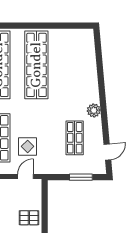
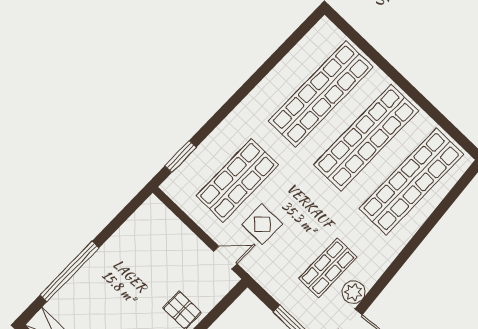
shop shelf: (75, 65) -> (411, 181), added
plant: (94, 110) -> (354, 292), moved

